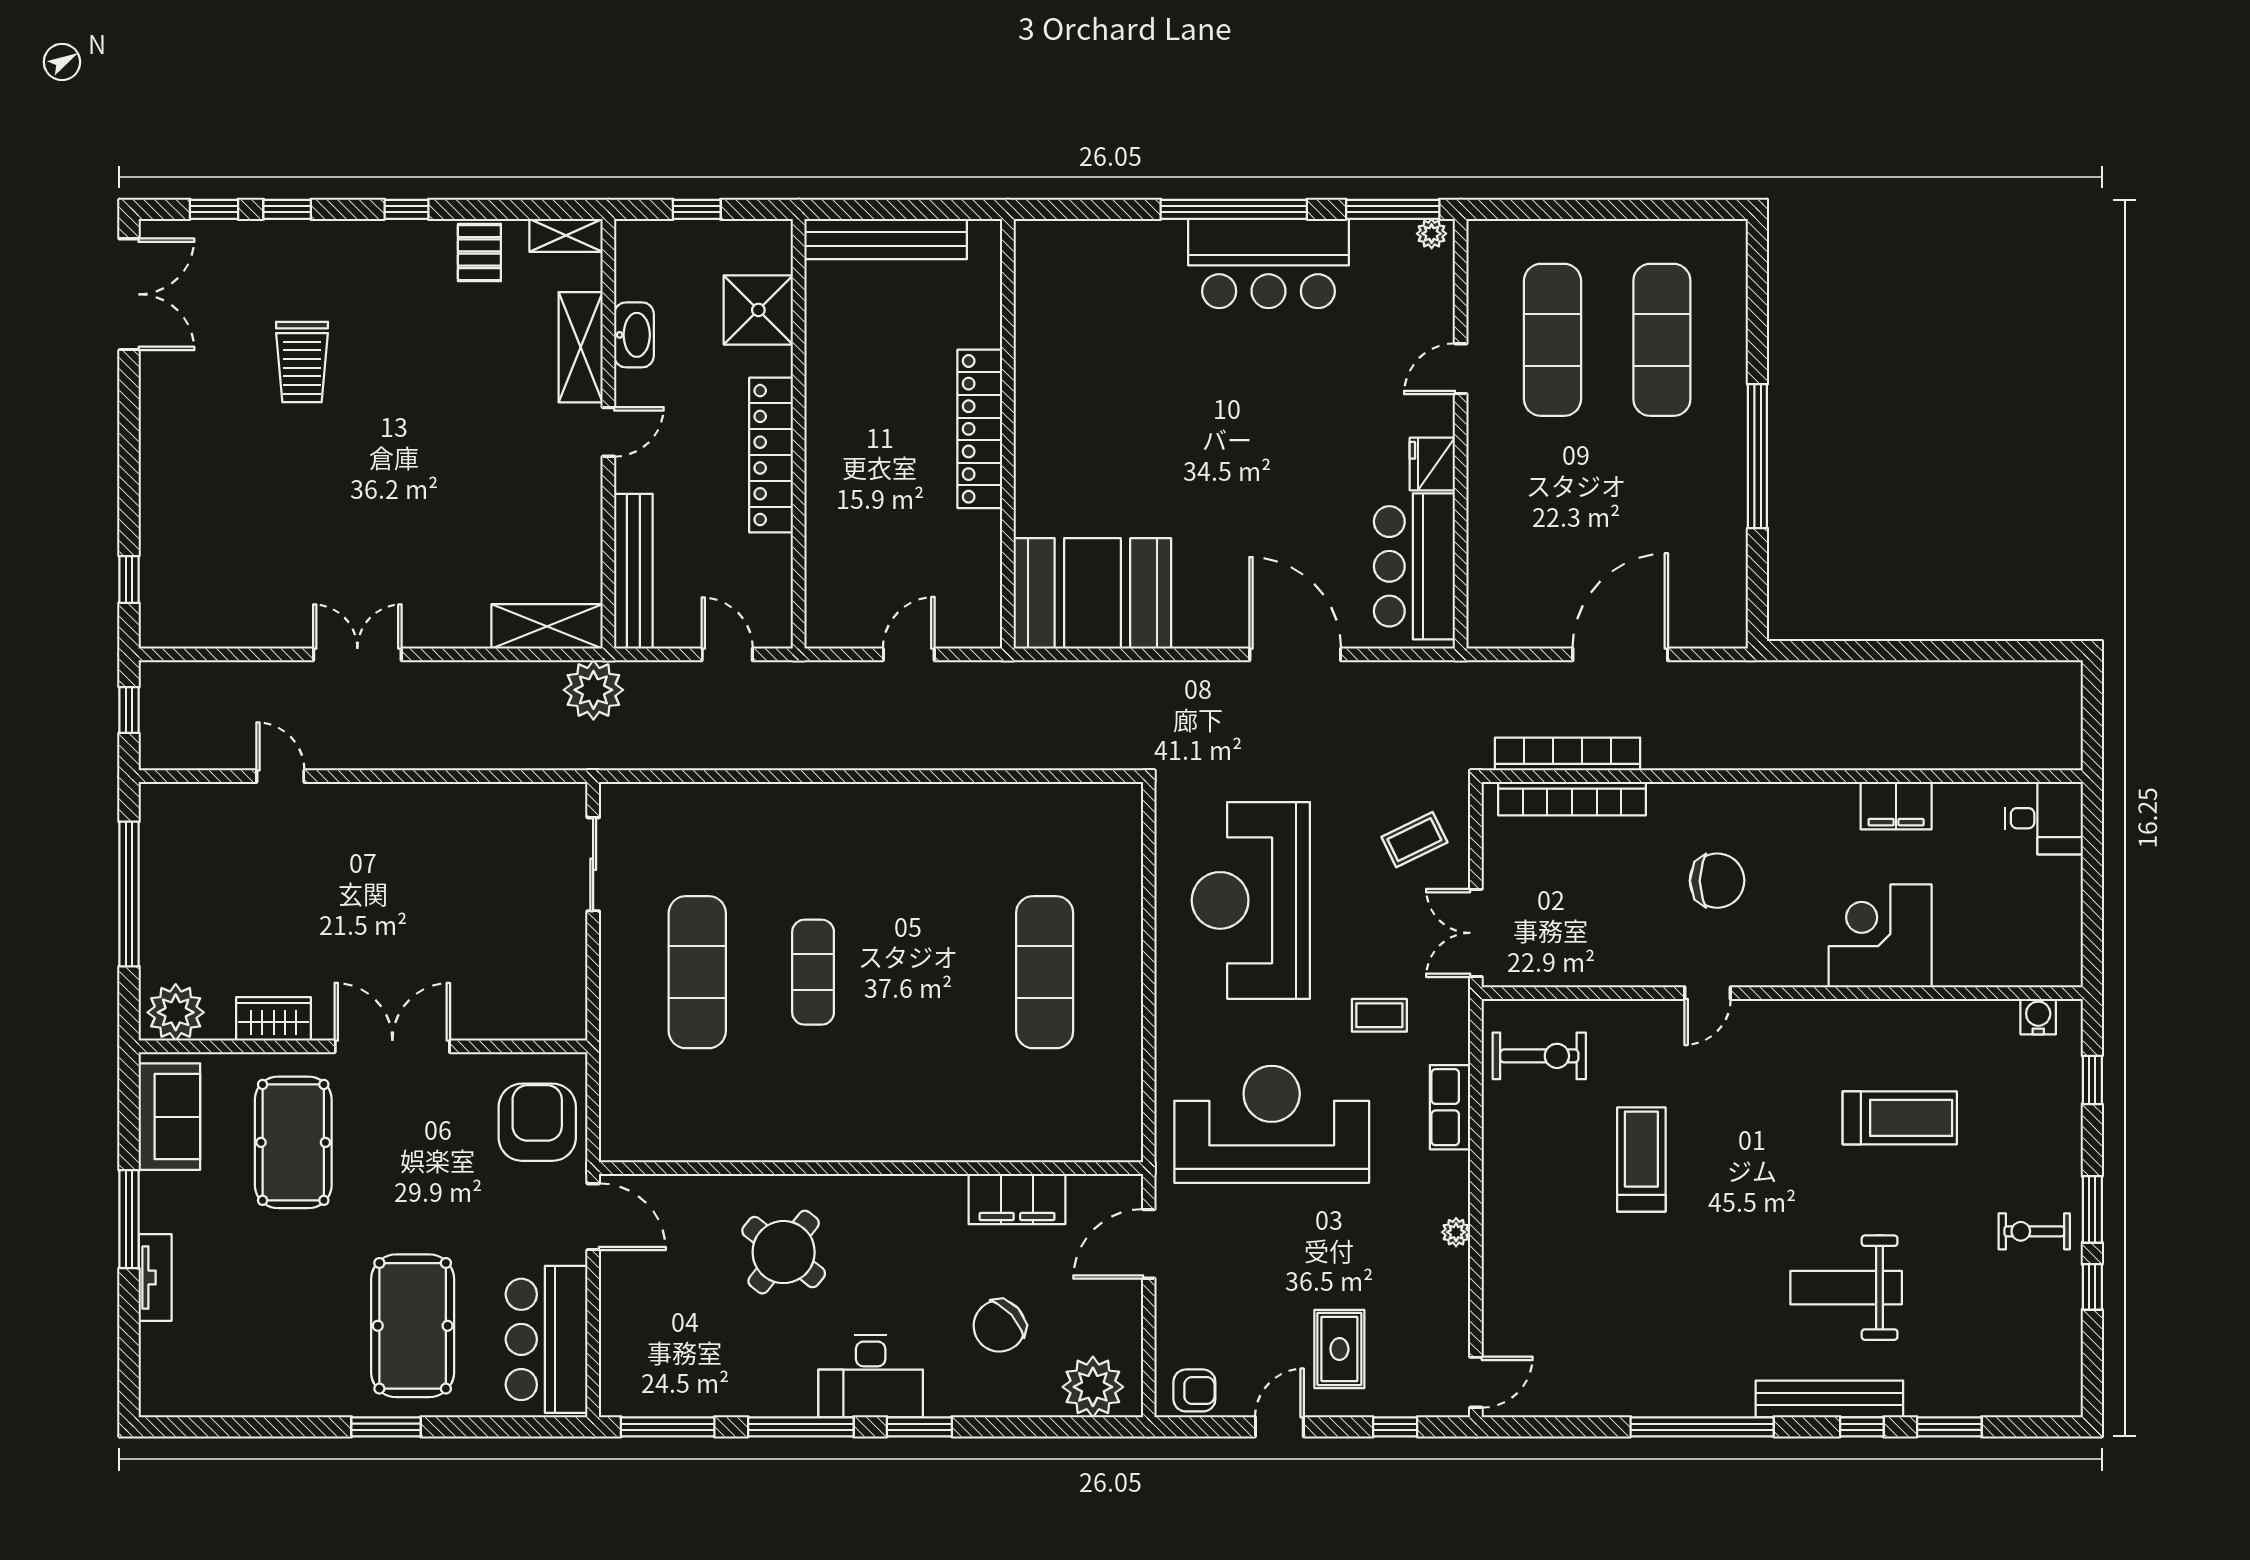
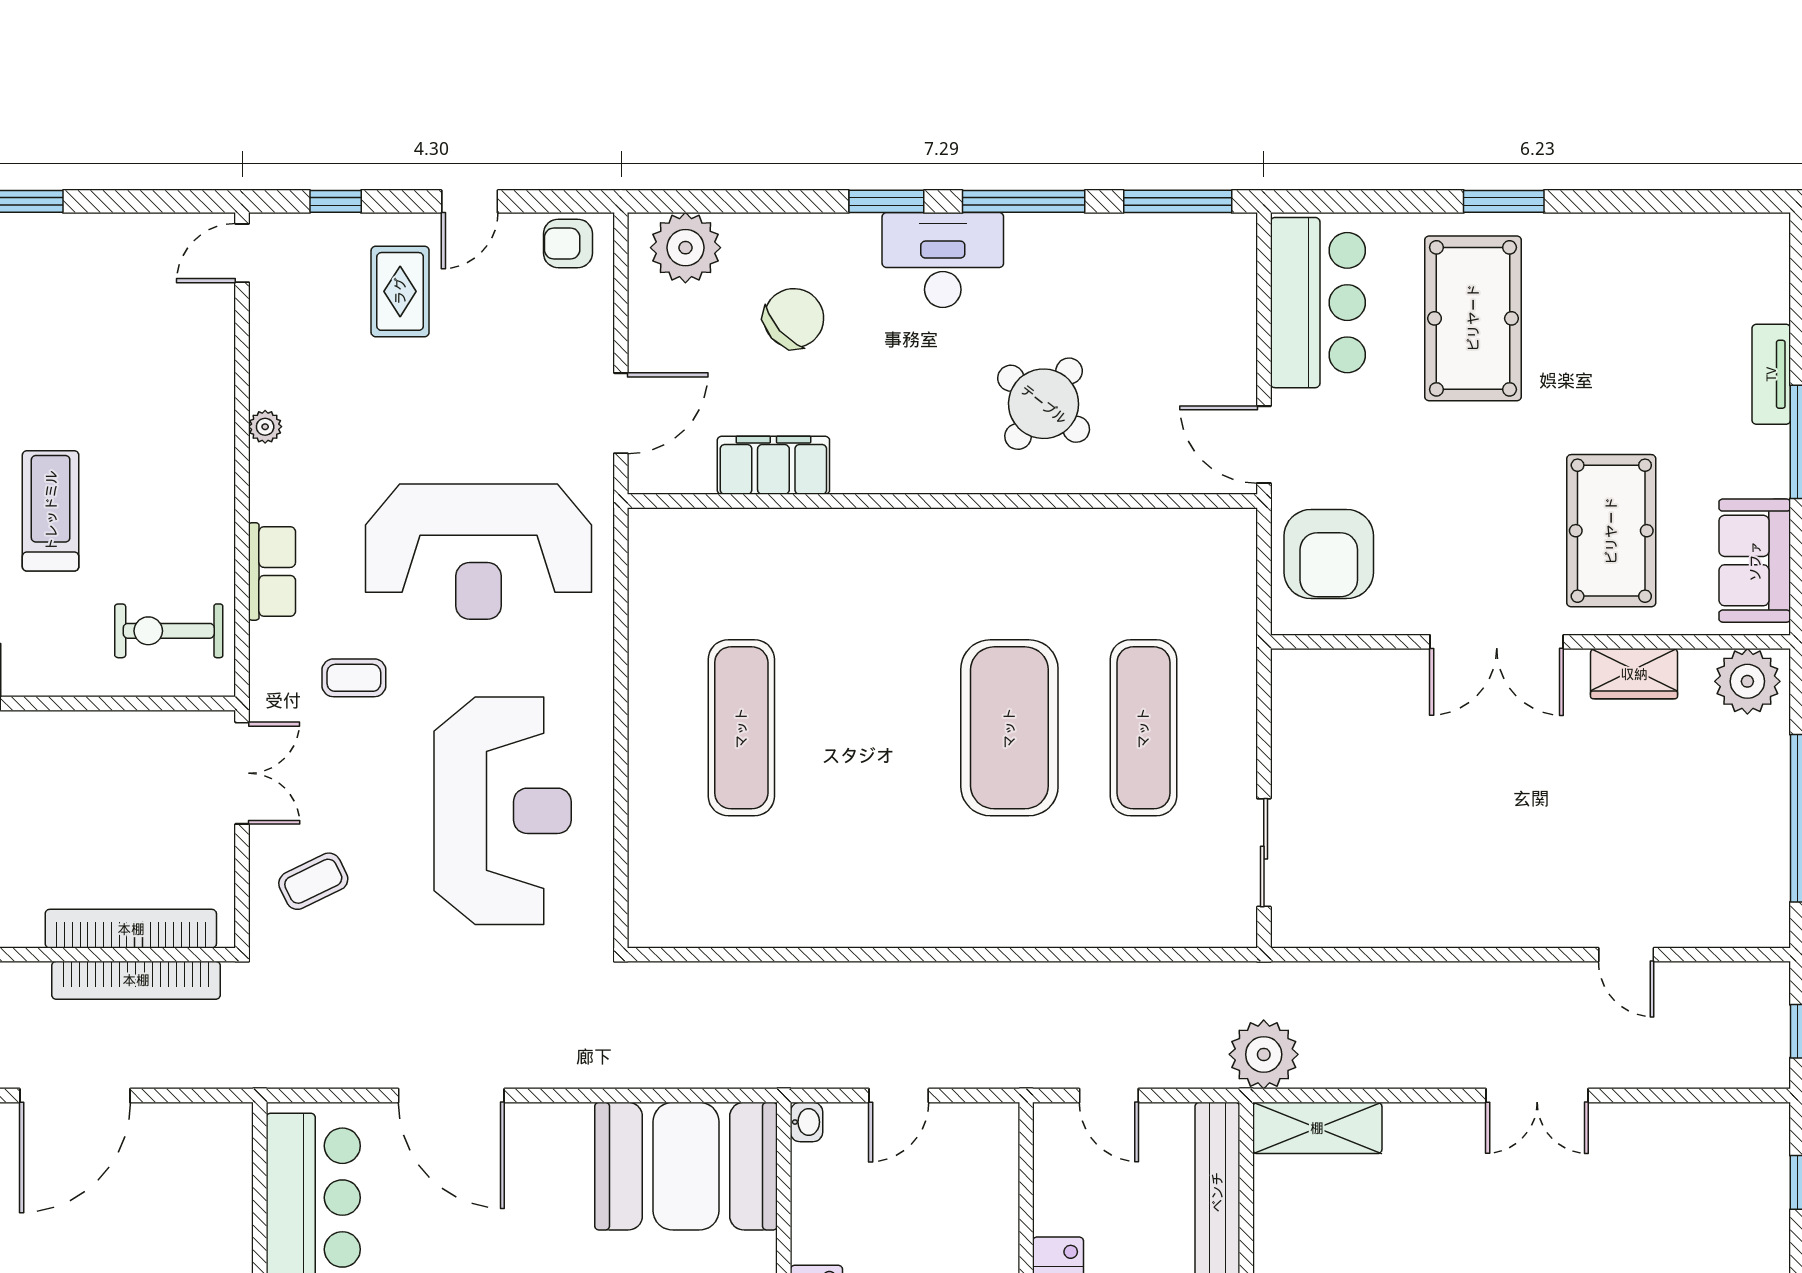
washbasin: (988, 632) -> (806, 1122), added
exercise mat: (813, 972) -> (1009, 728), width x2.00, depth x1.45
treadmill: (1641, 1160) -> (51, 511), turned 180

